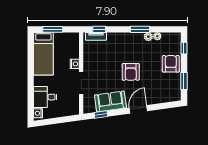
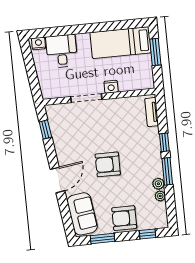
window: (99, 29) -> (164, 142), moved
armchair: (171, 64) -> (124, 218), turned 180
sofa: (110, 101) -> (82, 214), moved
door: (138, 109) -> (58, 180), hinge flipped

